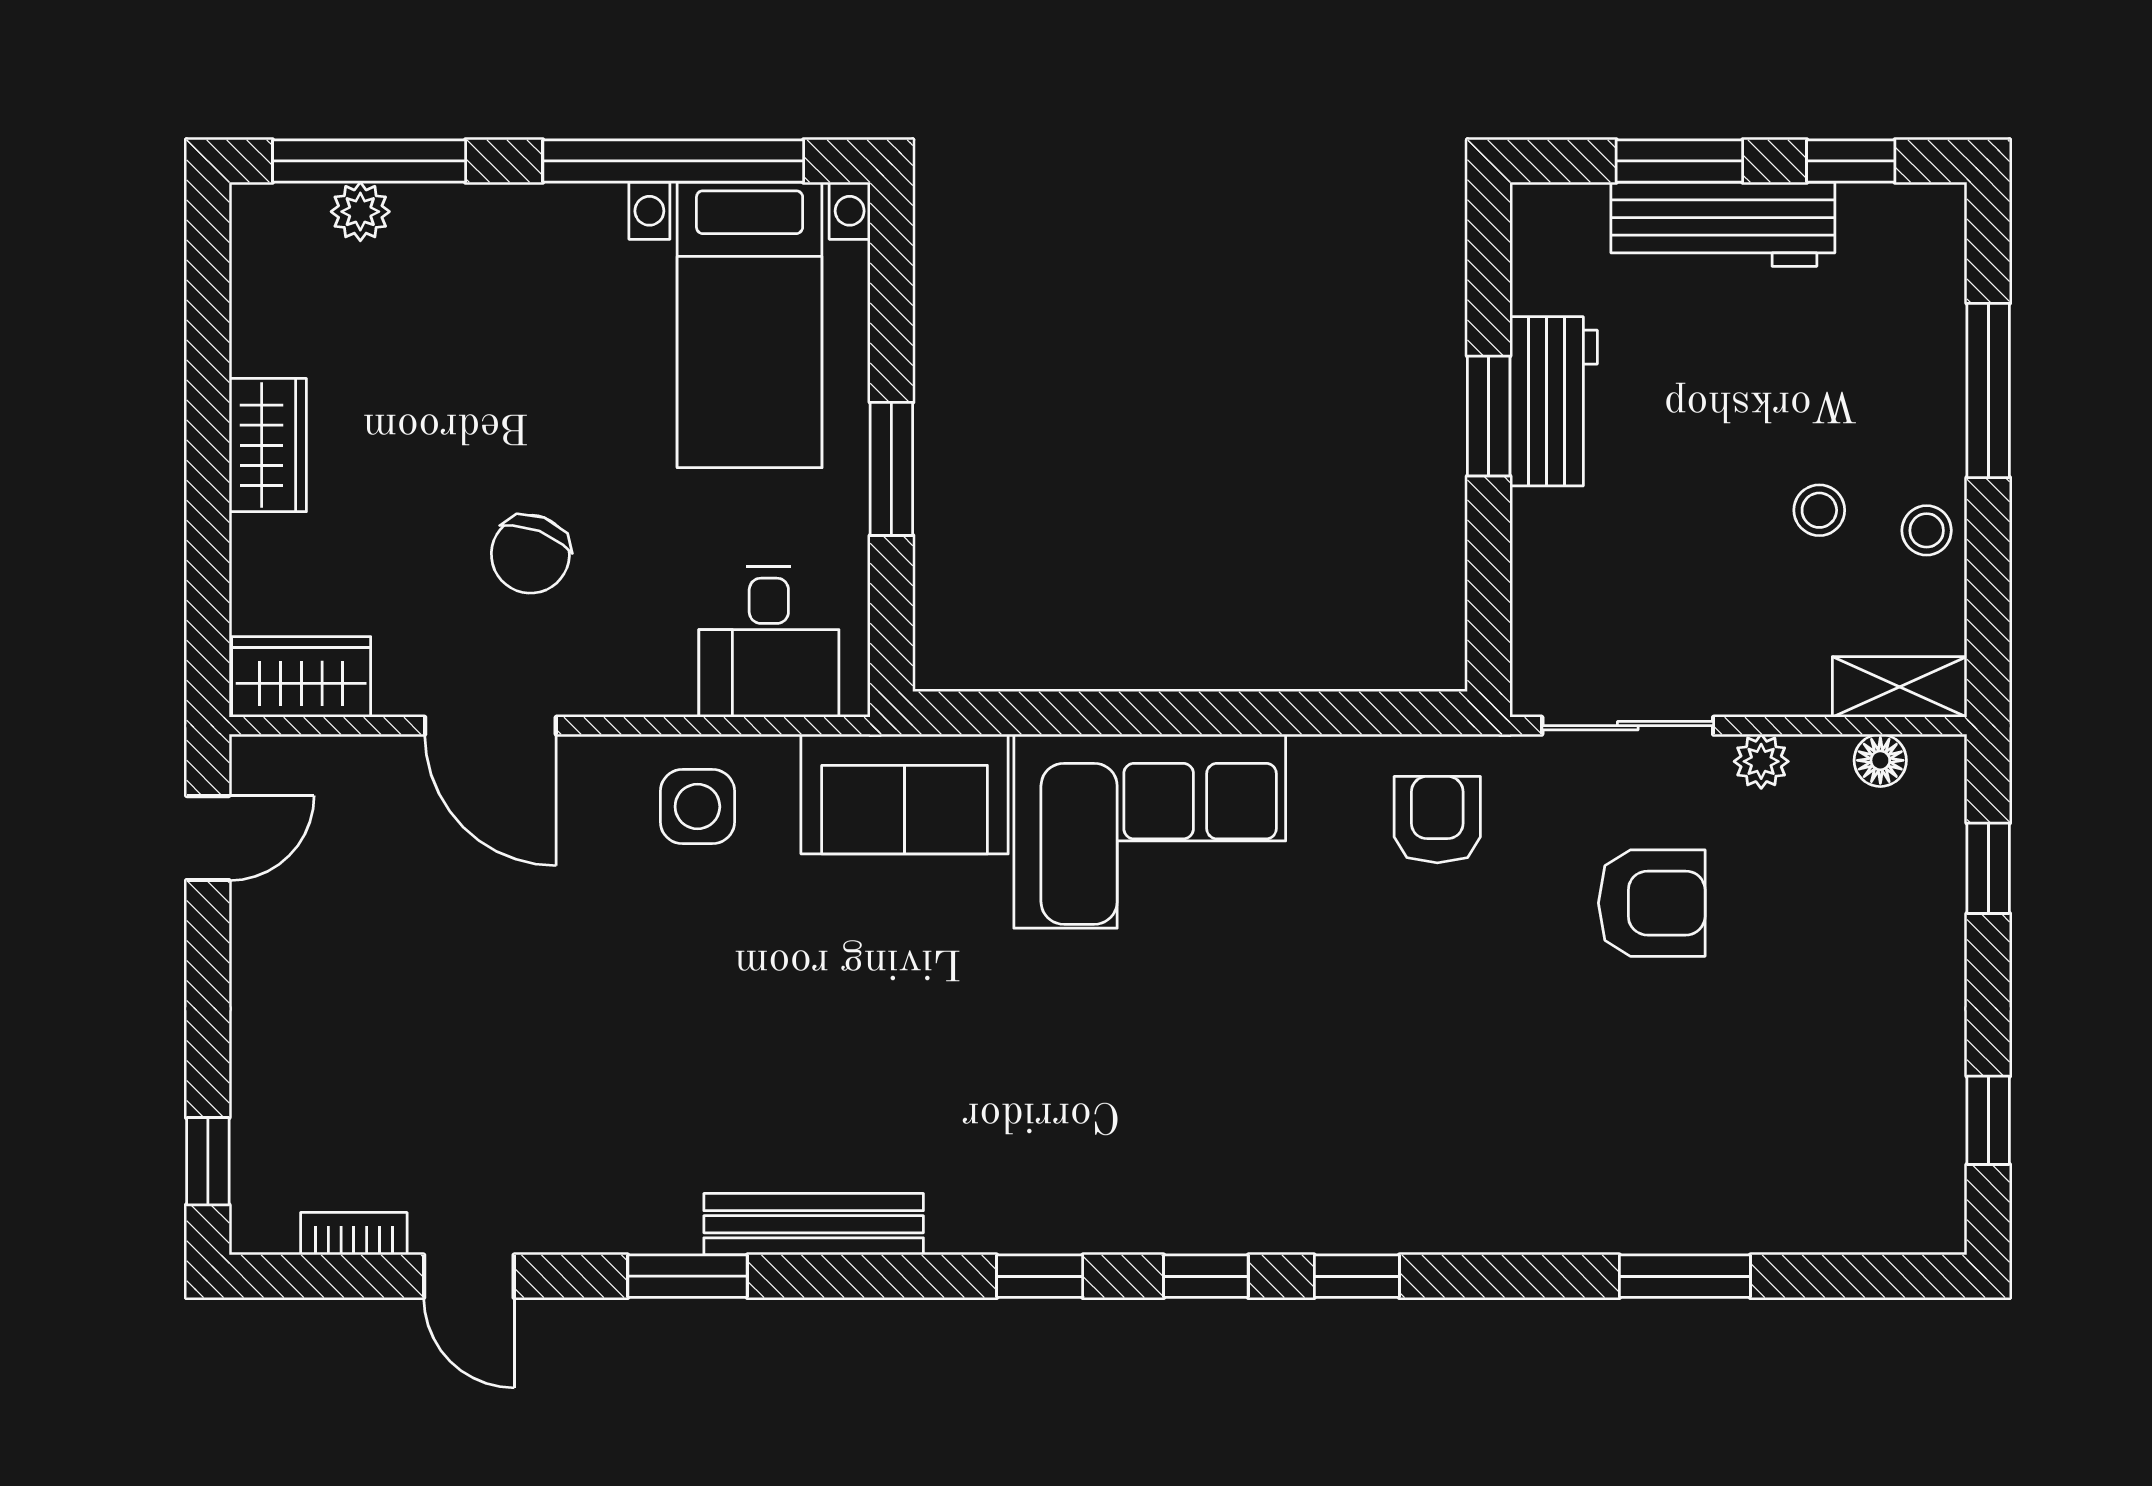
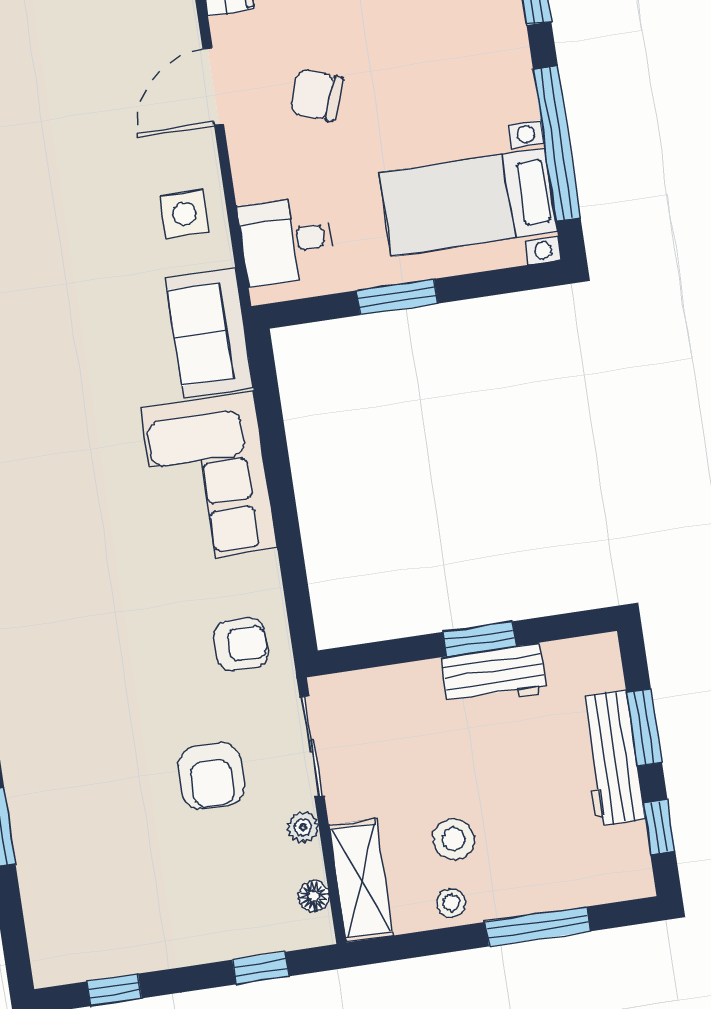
stool: (1819, 510) -> (454, 839), width x1.37, depth x1.37
shelving: (1900, 687) -> (361, 880), width x1.50, depth x1.33

